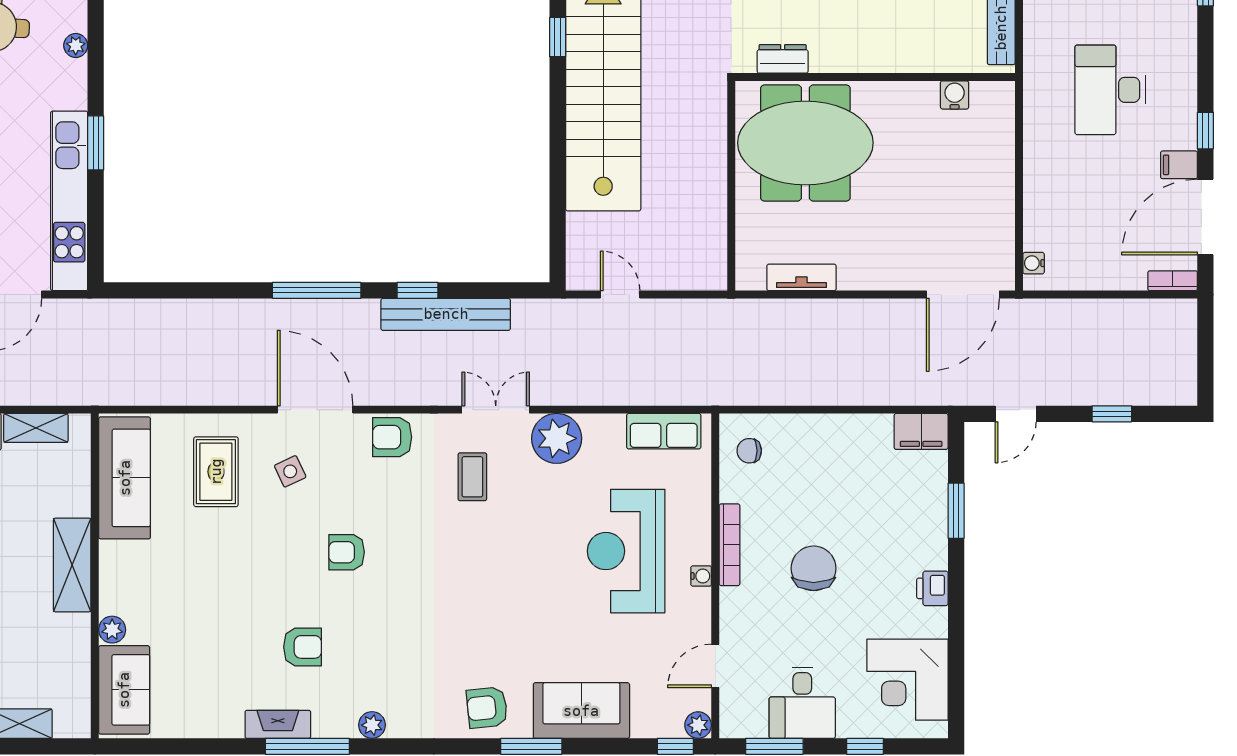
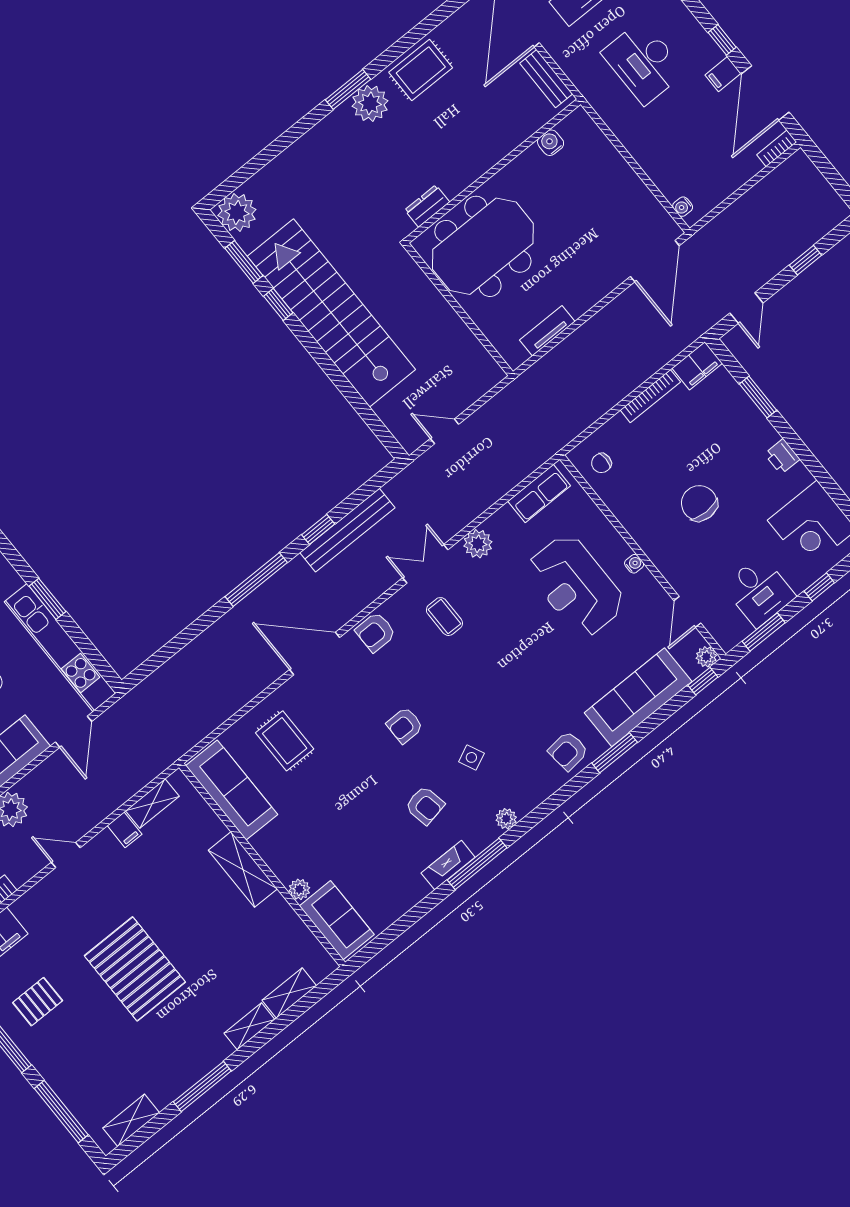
plant: (557, 438) -> (478, 544), width x0.73, depth x0.73
side table: (290, 471) -> (471, 757), moved
bookcase: (729, 545) -> (650, 396), moved, turned 90
armchair: (303, 647) -> (425, 805), turned 79
sofa: (581, 711) -> (638, 697), width x1.36

